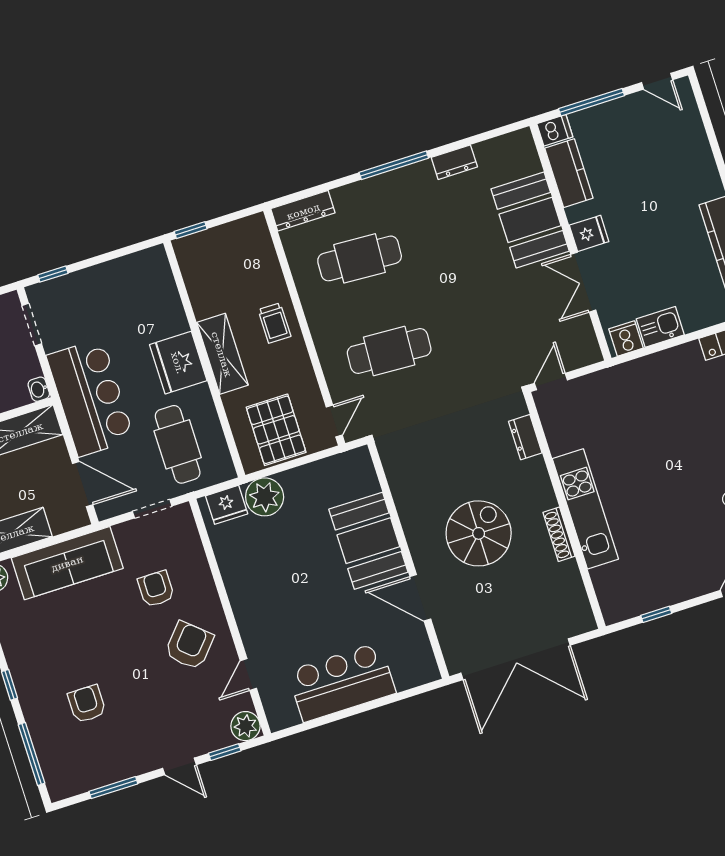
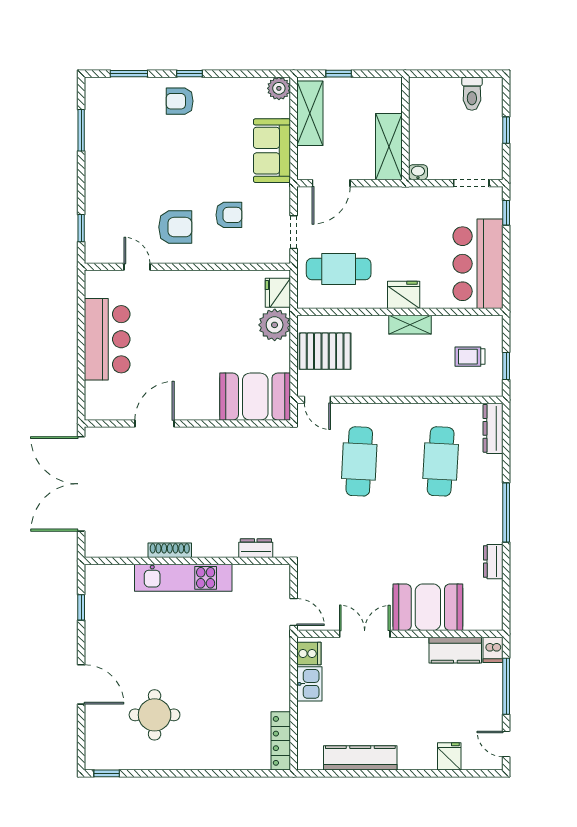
door: (657, 81) -> (506, 744), hinge flipped
window: (191, 230) -> (506, 366), moved
fridge: (589, 233) -> (449, 756), moved, turned 180
trolley: (274, 323) -> (470, 357), moved
shelving: (222, 354) -> (410, 325), width x0.67, depth x0.75
fridge: (178, 363) -> (404, 295), width x0.73, depth x0.75
door: (551, 382) -> (294, 612), moved
bar counter: (90, 397) -> (478, 264), moved, turned 90
spiral stairs: (479, 533) -> (191, 486), removed
booth: (368, 541) -> (255, 397), moved
sofa: (67, 563) -> (272, 151), width x0.73
armchair: (189, 645) -> (175, 227), turned -41
armchair: (87, 704) -> (180, 101), moved, turned 180
plant: (245, 726) -> (97, 251), removed
window: (32, 754) -> (129, 74), width x0.69
door: (180, 766) -> (81, 188), removed

